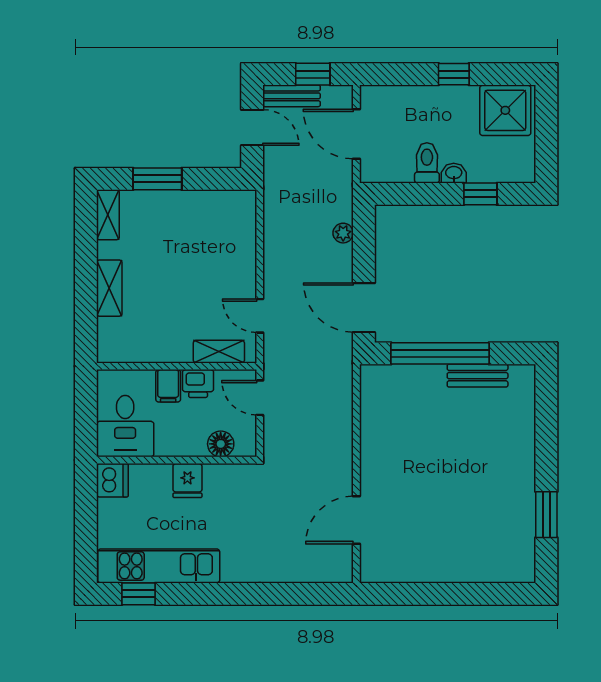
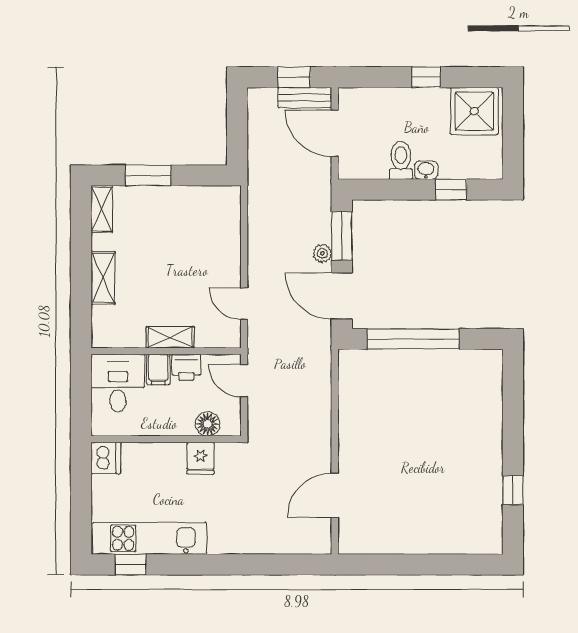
bench: (292, 96) -> (305, 98), moved
door: (252, 127) -> (237, 127), removed
plant: (343, 233) -> (322, 253), moved
window: (364, 243) -> (342, 236), added
shelving: (219, 352) -> (170, 337), moved
bench: (478, 376) -> (448, 360), removed
desk: (125, 426) -> (118, 383), moved, turned 180
fridge: (187, 481) -> (200, 458), moved
window: (546, 515) -> (513, 490), width x0.67

